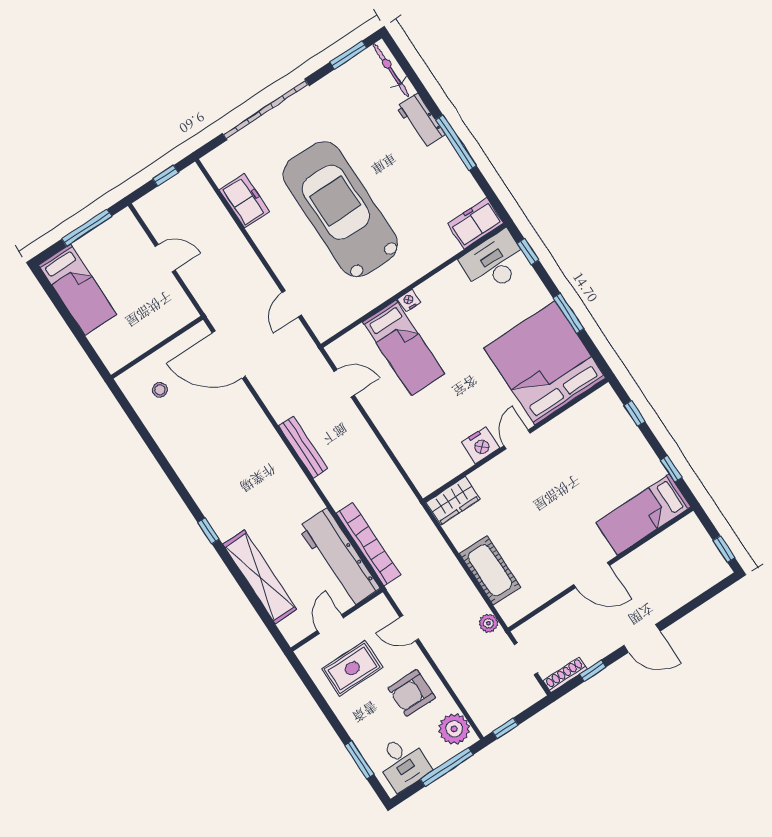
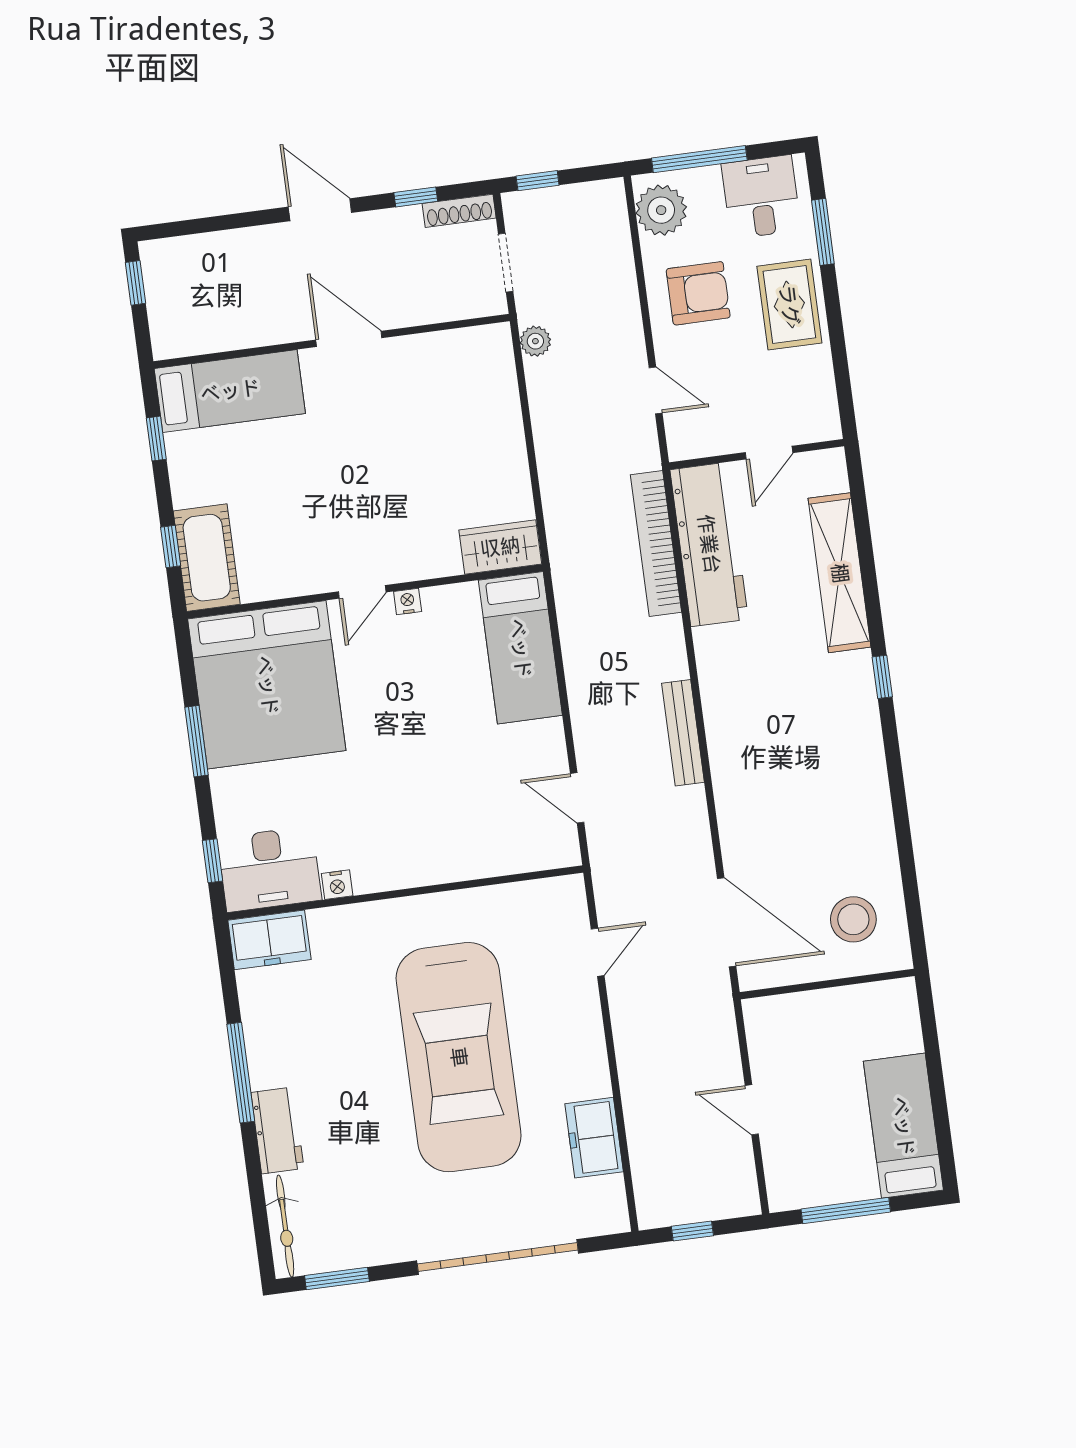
nightstand: (409, 301) -> (337, 885), moved
bed: (404, 348) -> (520, 648), moved, turned 180
stool: (160, 390) -> (853, 919), width x1.89, depth x1.89
nightstand: (481, 445) -> (408, 601), width x0.53, depth x0.56
cot: (490, 570) -> (207, 558), moved
rug: (352, 668) -> (789, 305), moved, turned 90
window: (505, 728) -> (538, 181), moved

